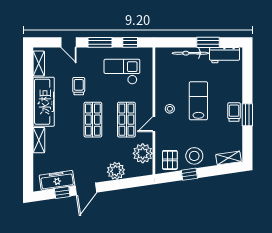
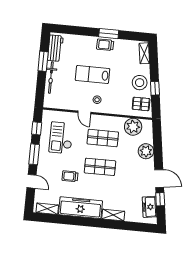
door: (69, 42) -> (32, 181), hinge flipped
door: (154, 124) -> (84, 112), moved
freezer: (57, 180) -> (149, 207), width x0.71

